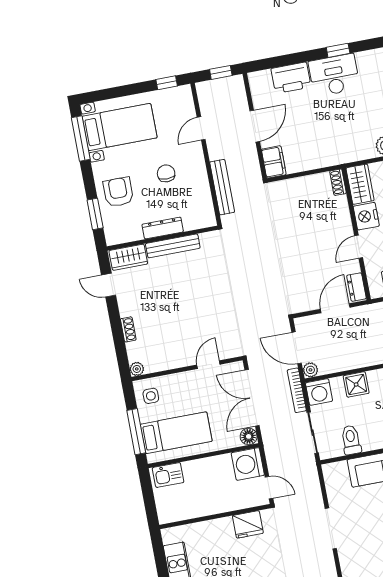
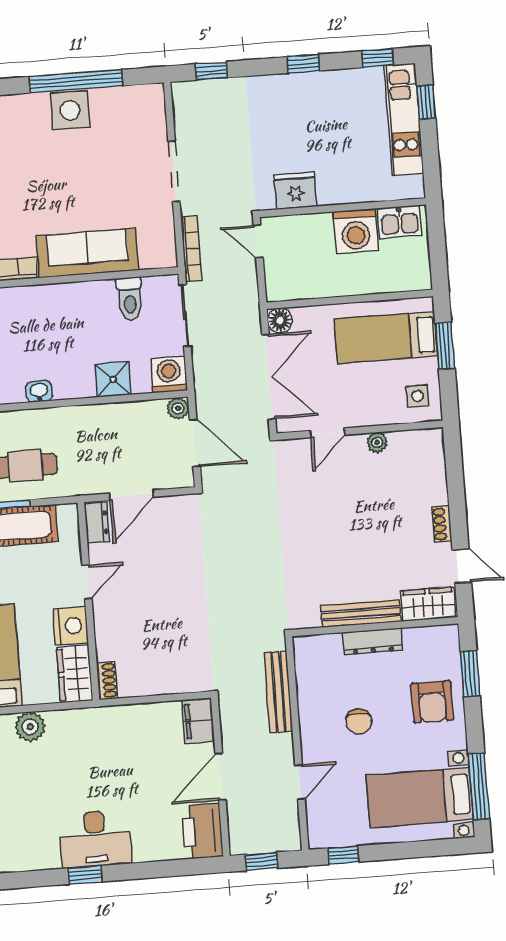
printer: (291, 78) -> (202, 831), moved, turned -90
shoe rack: (128, 329) -> (442, 524), moved
plant: (137, 369) -> (377, 442), moved
bookcase: (297, 390) -> (191, 249), moved
window: (136, 432) -> (445, 346), width x0.69
washing machine: (248, 464) -> (356, 231), moved, turned 90
kitchen sink: (168, 475) -> (400, 222), moved, turned 180

